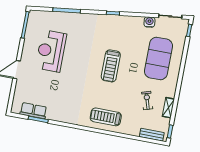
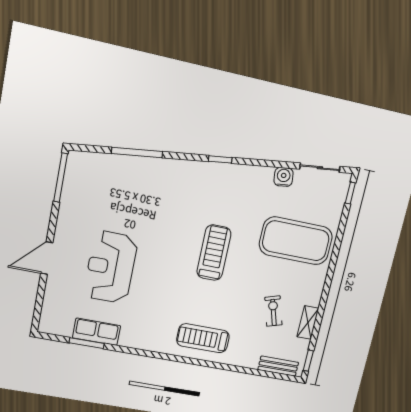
reception desk: (51, 51) -> (111, 267), moved
exercise mat: (158, 59) -> (296, 241), turned 90
treadmill: (111, 66) -> (214, 253), turned 180
row of seats: (33, 111) -> (97, 332), moved

